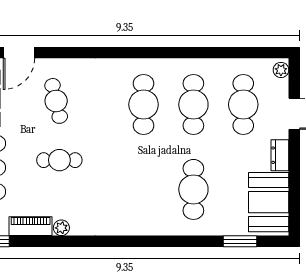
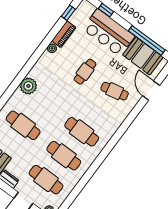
plant: (135, 222) -> (28, 86), added

